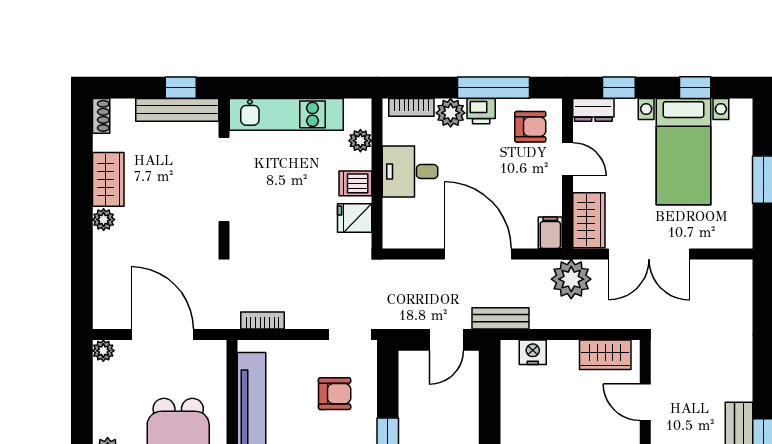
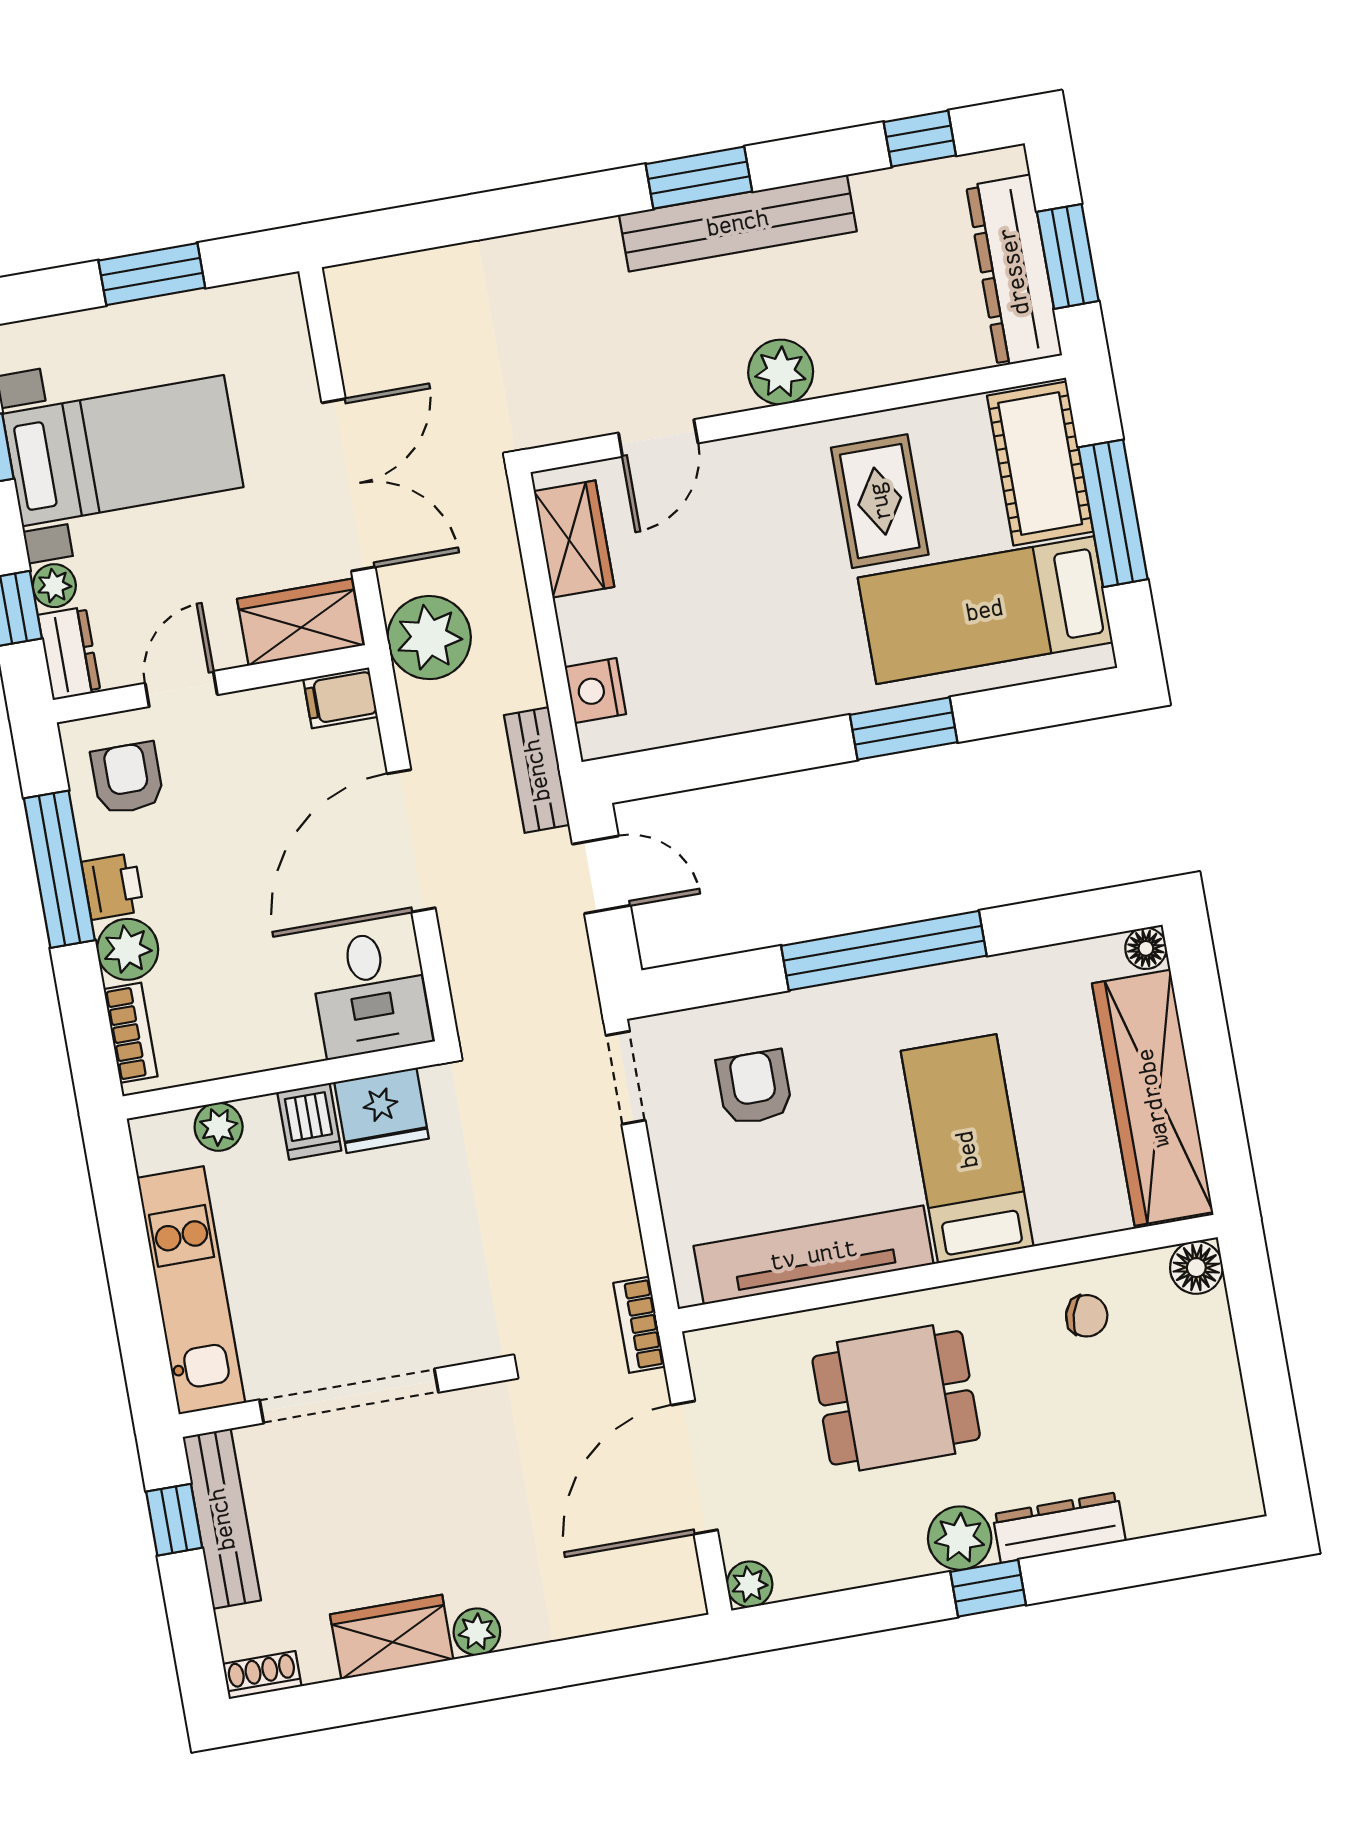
plant: (626, 109) -> (54, 586), added
desk: (410, 171) -> (370, 993), moved
fridge: (355, 218) -> (381, 1110), width x1.38
bookcase: (262, 320) -> (639, 1325), moved

